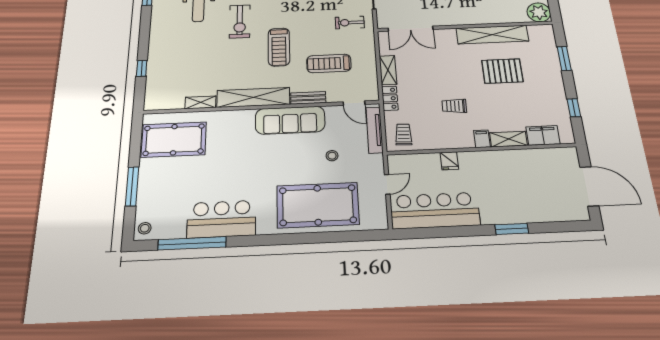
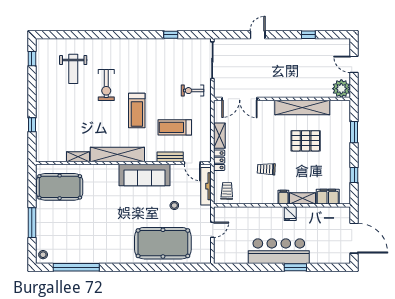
bench: (308, 98) -> (170, 157), moved
fridge: (449, 161) -> (290, 214), moved
bar counter: (435, 211) -> (279, 251), moved
bar counter: (221, 219) -> (96, 250), removed

